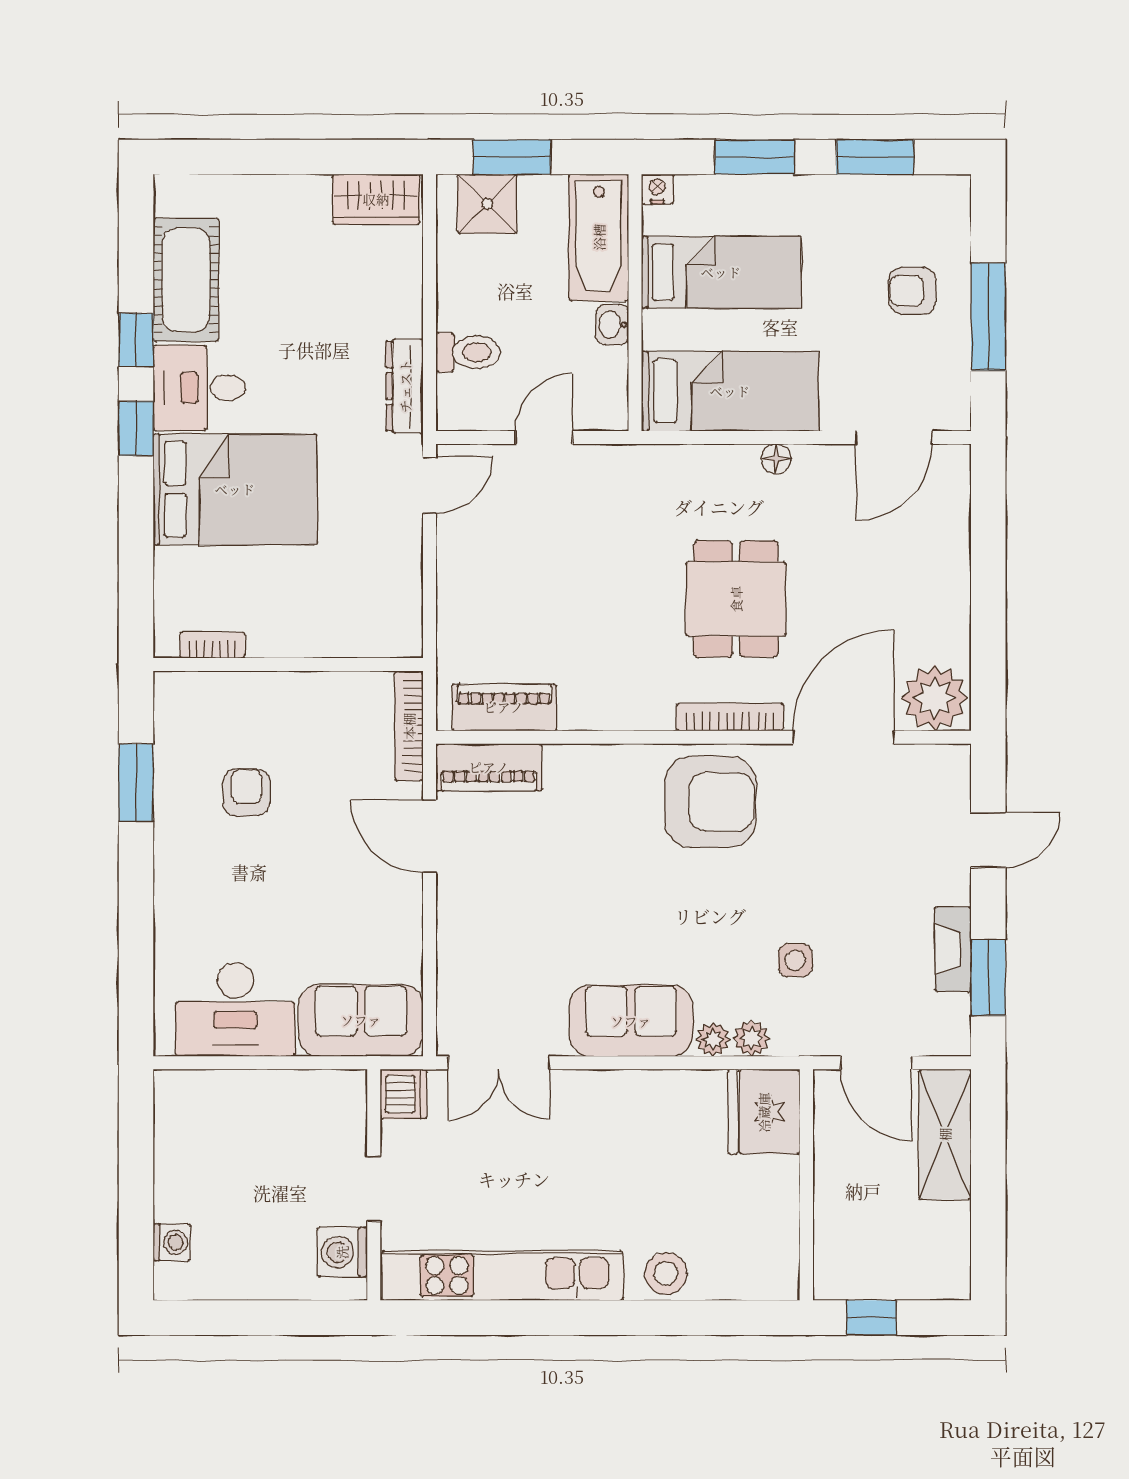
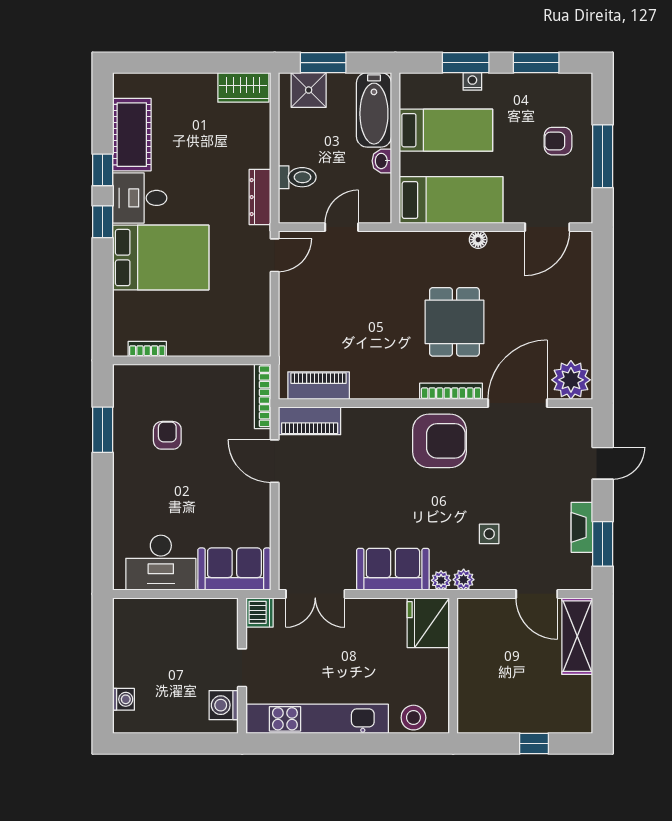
nightstand: (657, 189) -> (472, 81), moved
fridge: (764, 1112) -> (428, 623), moved
wall: (806, 1185) -> (453, 666), moved

